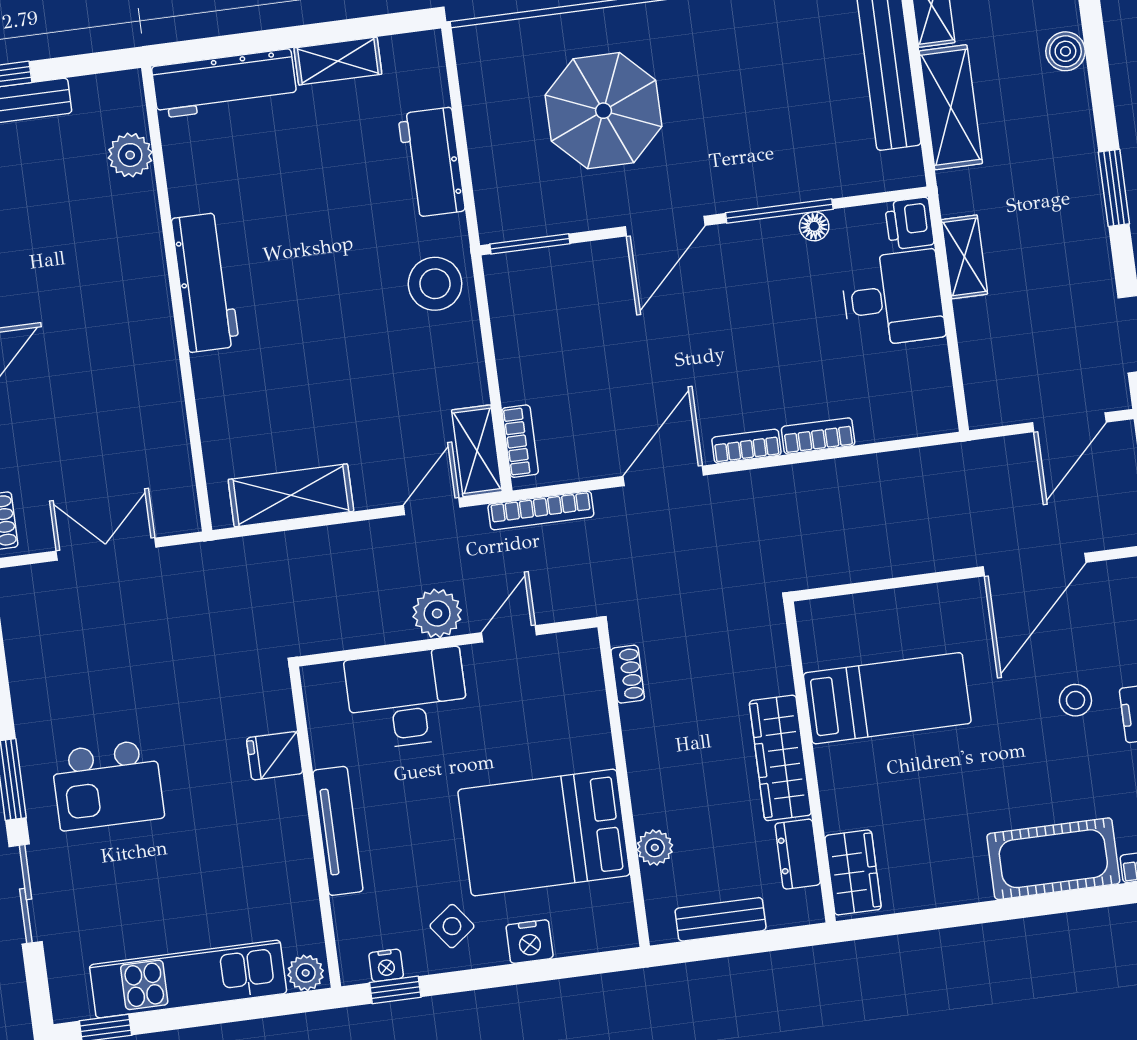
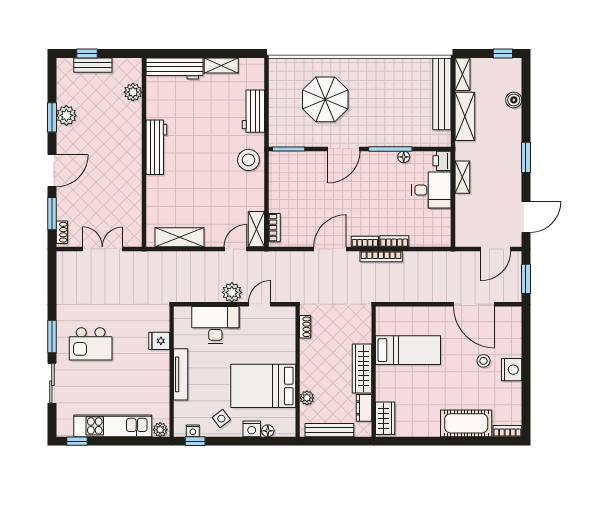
bookcase: (541, 510) -> (381, 257), moved
door: (1034, 565) -> (474, 304), hinge flipped
bench: (721, 919) -> (329, 430), width x1.36
floor lamp: (570, 941) -> (268, 431), added

